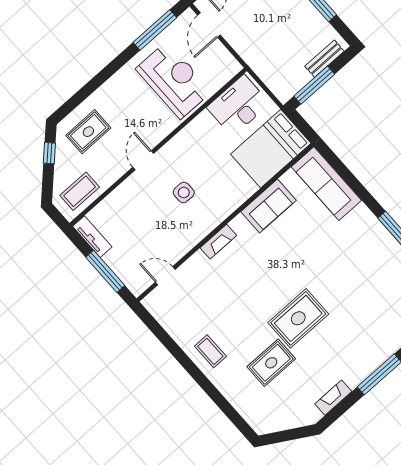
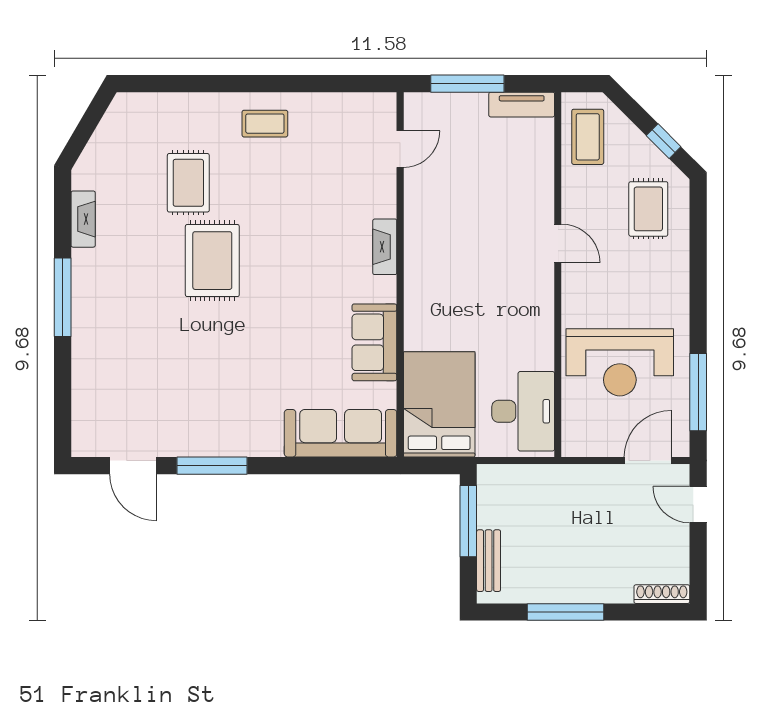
door: (209, 25) -> (648, 460), hinge flipped
side table: (184, 192) -> (478, 257), removed

